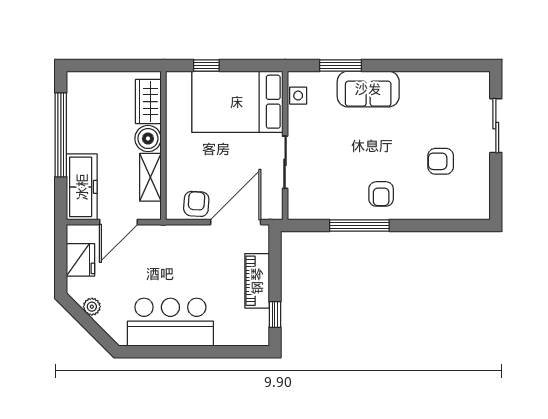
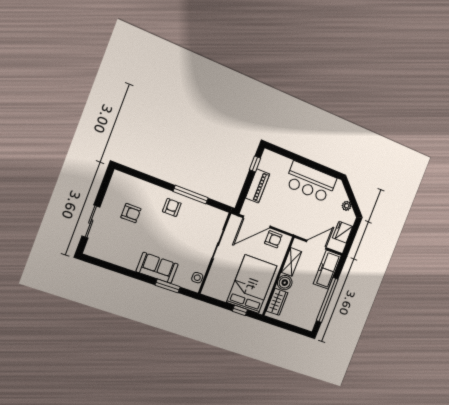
bed: (237, 102) -> (252, 284), moved, turned -90
armchair: (196, 204) -> (273, 239), turned -94

